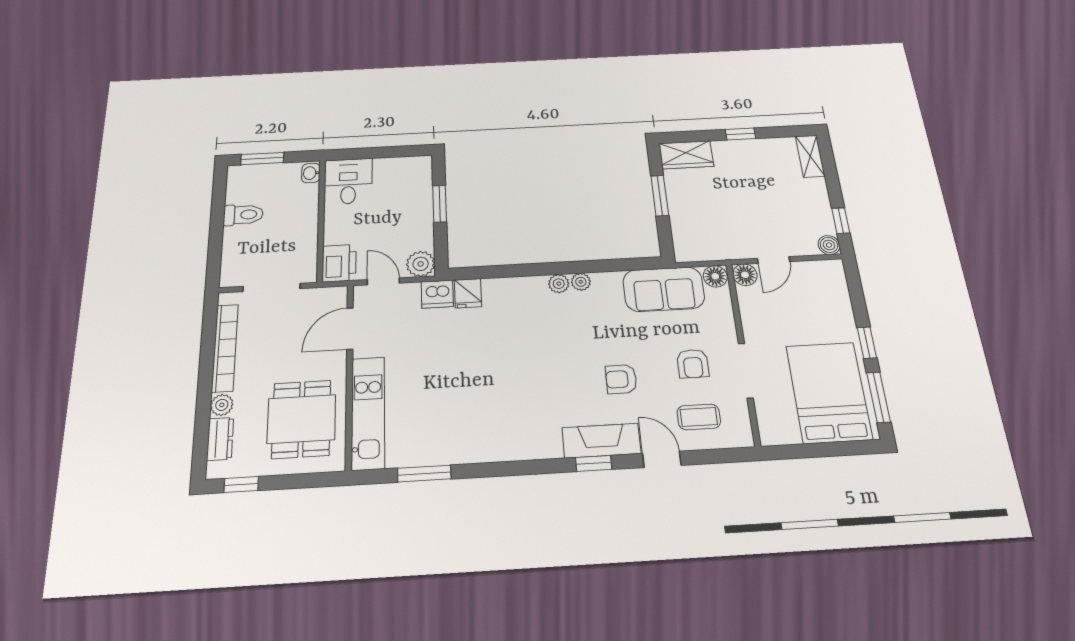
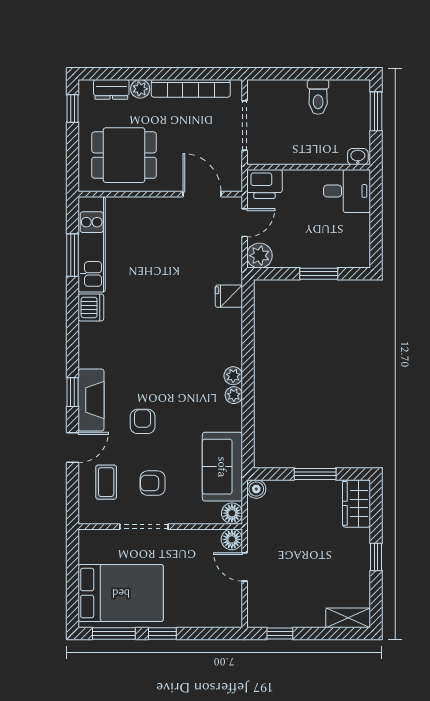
boiler: (829, 245) -> (256, 489), moved
dishwasher: (437, 294) -> (91, 307), moved, turned 180
kitchen unit: (368, 413) -> (92, 244), moved, turned -90

